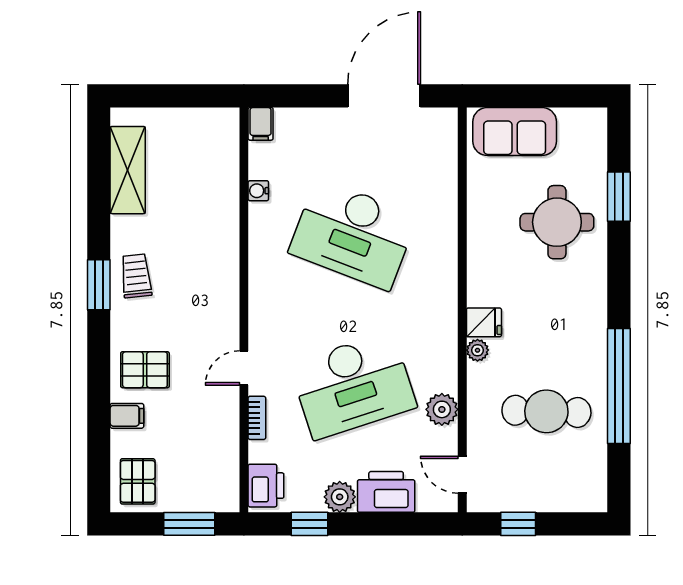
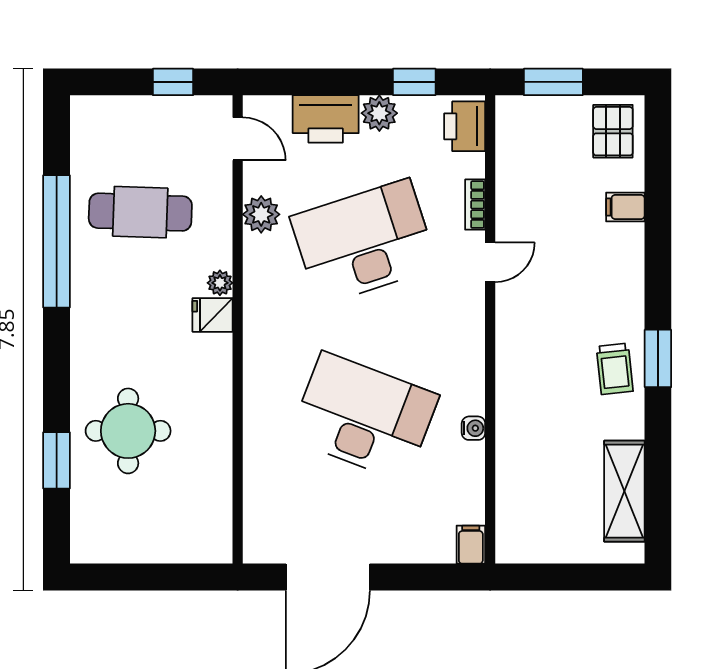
sofa: (515, 131) -> (177, 536), removed
water cooler: (258, 191) -> (473, 428), moved
pallet: (145, 370) -> (605, 260), removed

